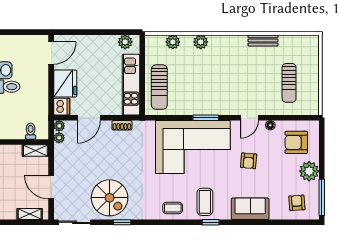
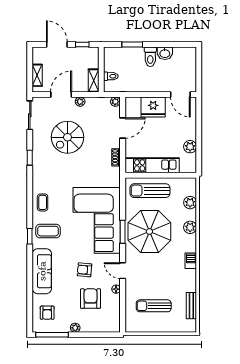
bench: (263, 40) -> (191, 306), moved
barbecue: (238, 41) -> (191, 261), added
plant: (125, 42) -> (190, 147), moved
parasol: (205, 88) -> (149, 232), added
dishwasher: (62, 107) -> (133, 104), removed
door: (89, 118) -> (123, 128), swing flipped
plant: (59, 138) -> (80, 102), moved
armchair: (296, 142) -> (91, 299), moved
plant: (309, 171) -> (75, 328), width x0.53, depth x0.53
spiral stairs: (110, 198) -> (67, 137), moved
armchair: (297, 203) -> (47, 313), turned 94
sofa: (250, 209) -> (42, 271), width x1.36

